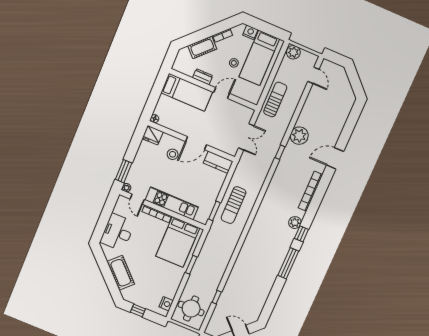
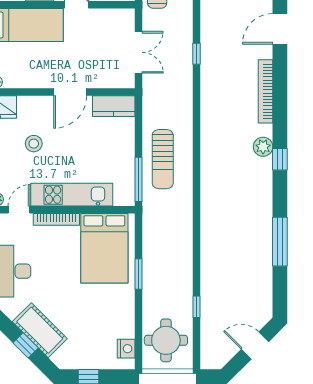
plant: (299, 136) -> (214, 18), removed
stool: (173, 154) -> (34, 144), moved
door: (137, 199) -> (19, 210), swing flipped
window: (214, 211) -> (138, 179), width x1.44
window: (288, 263) -> (280, 242), moved
window: (109, 278) -> (26, 345), added

